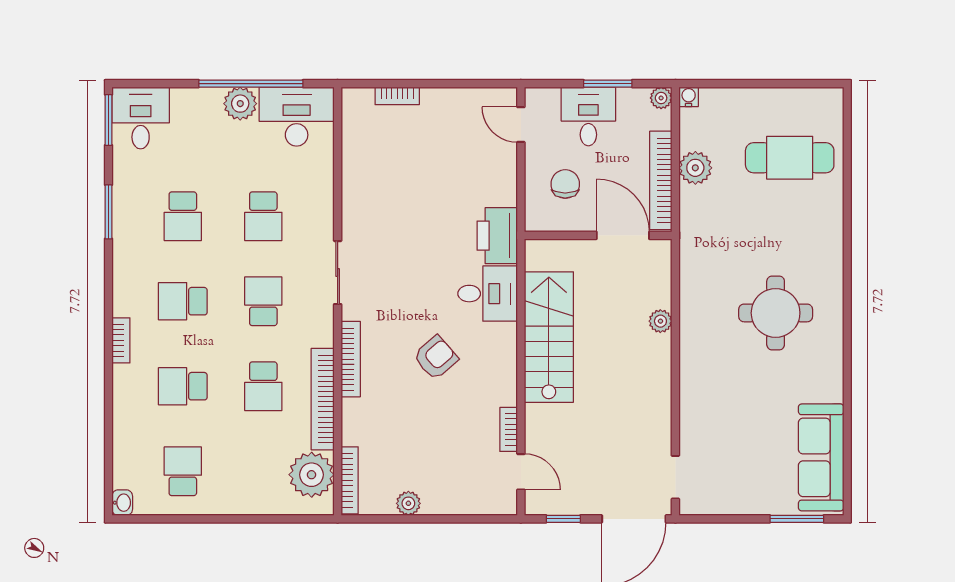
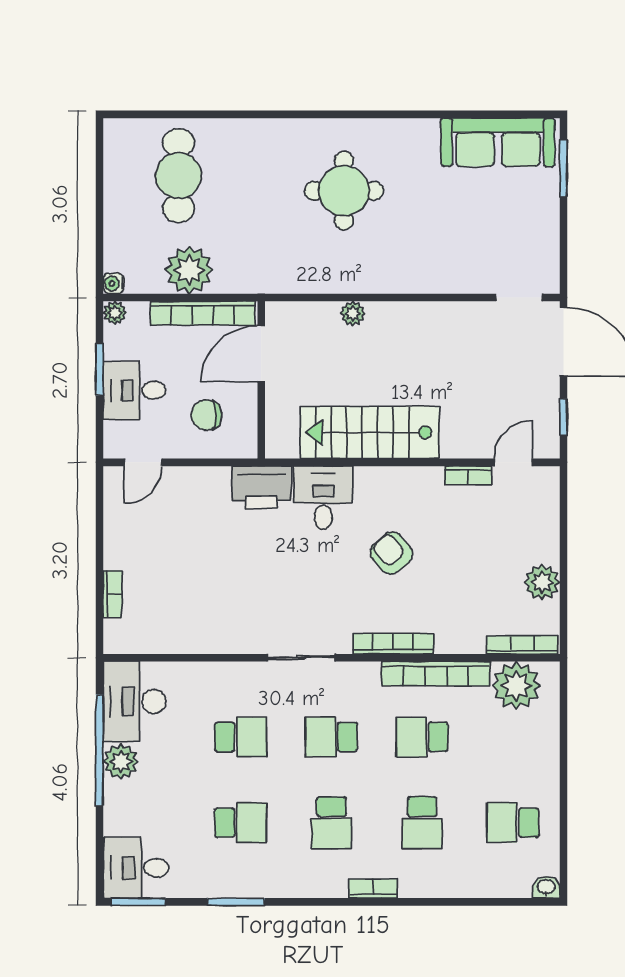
plant: (695, 168) -> (189, 270), width x1.36, depth x1.36
school desk: (263, 386) -> (422, 737), turned 180
plant: (408, 503) -> (542, 582), width x1.38, depth x1.38

